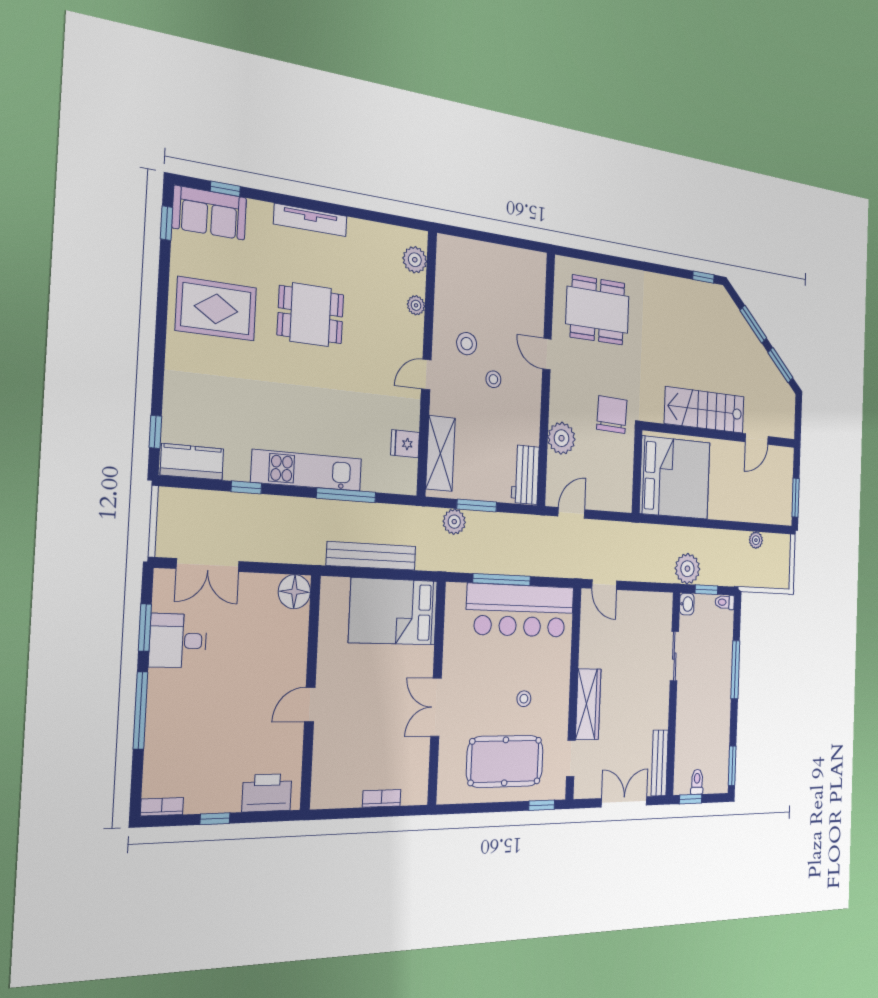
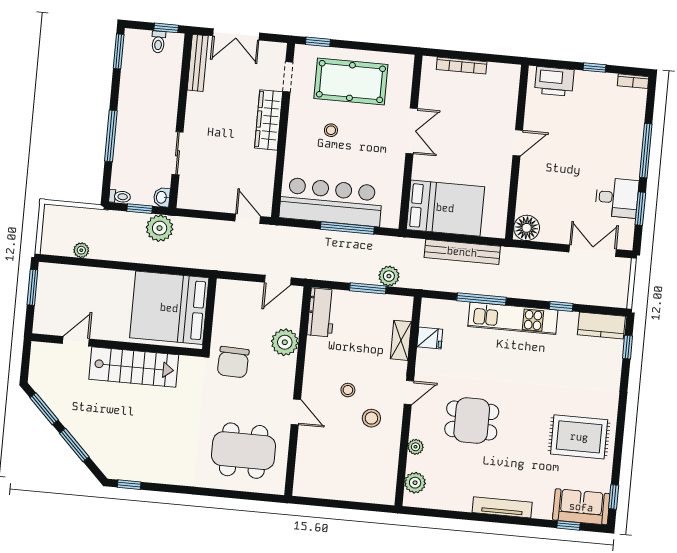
dining table: (311, 315) -> (472, 420), moved
shelving: (440, 453) -> (401, 340), width x0.67, depth x0.75
bookcase: (382, 798) -> (462, 66), width x1.56

